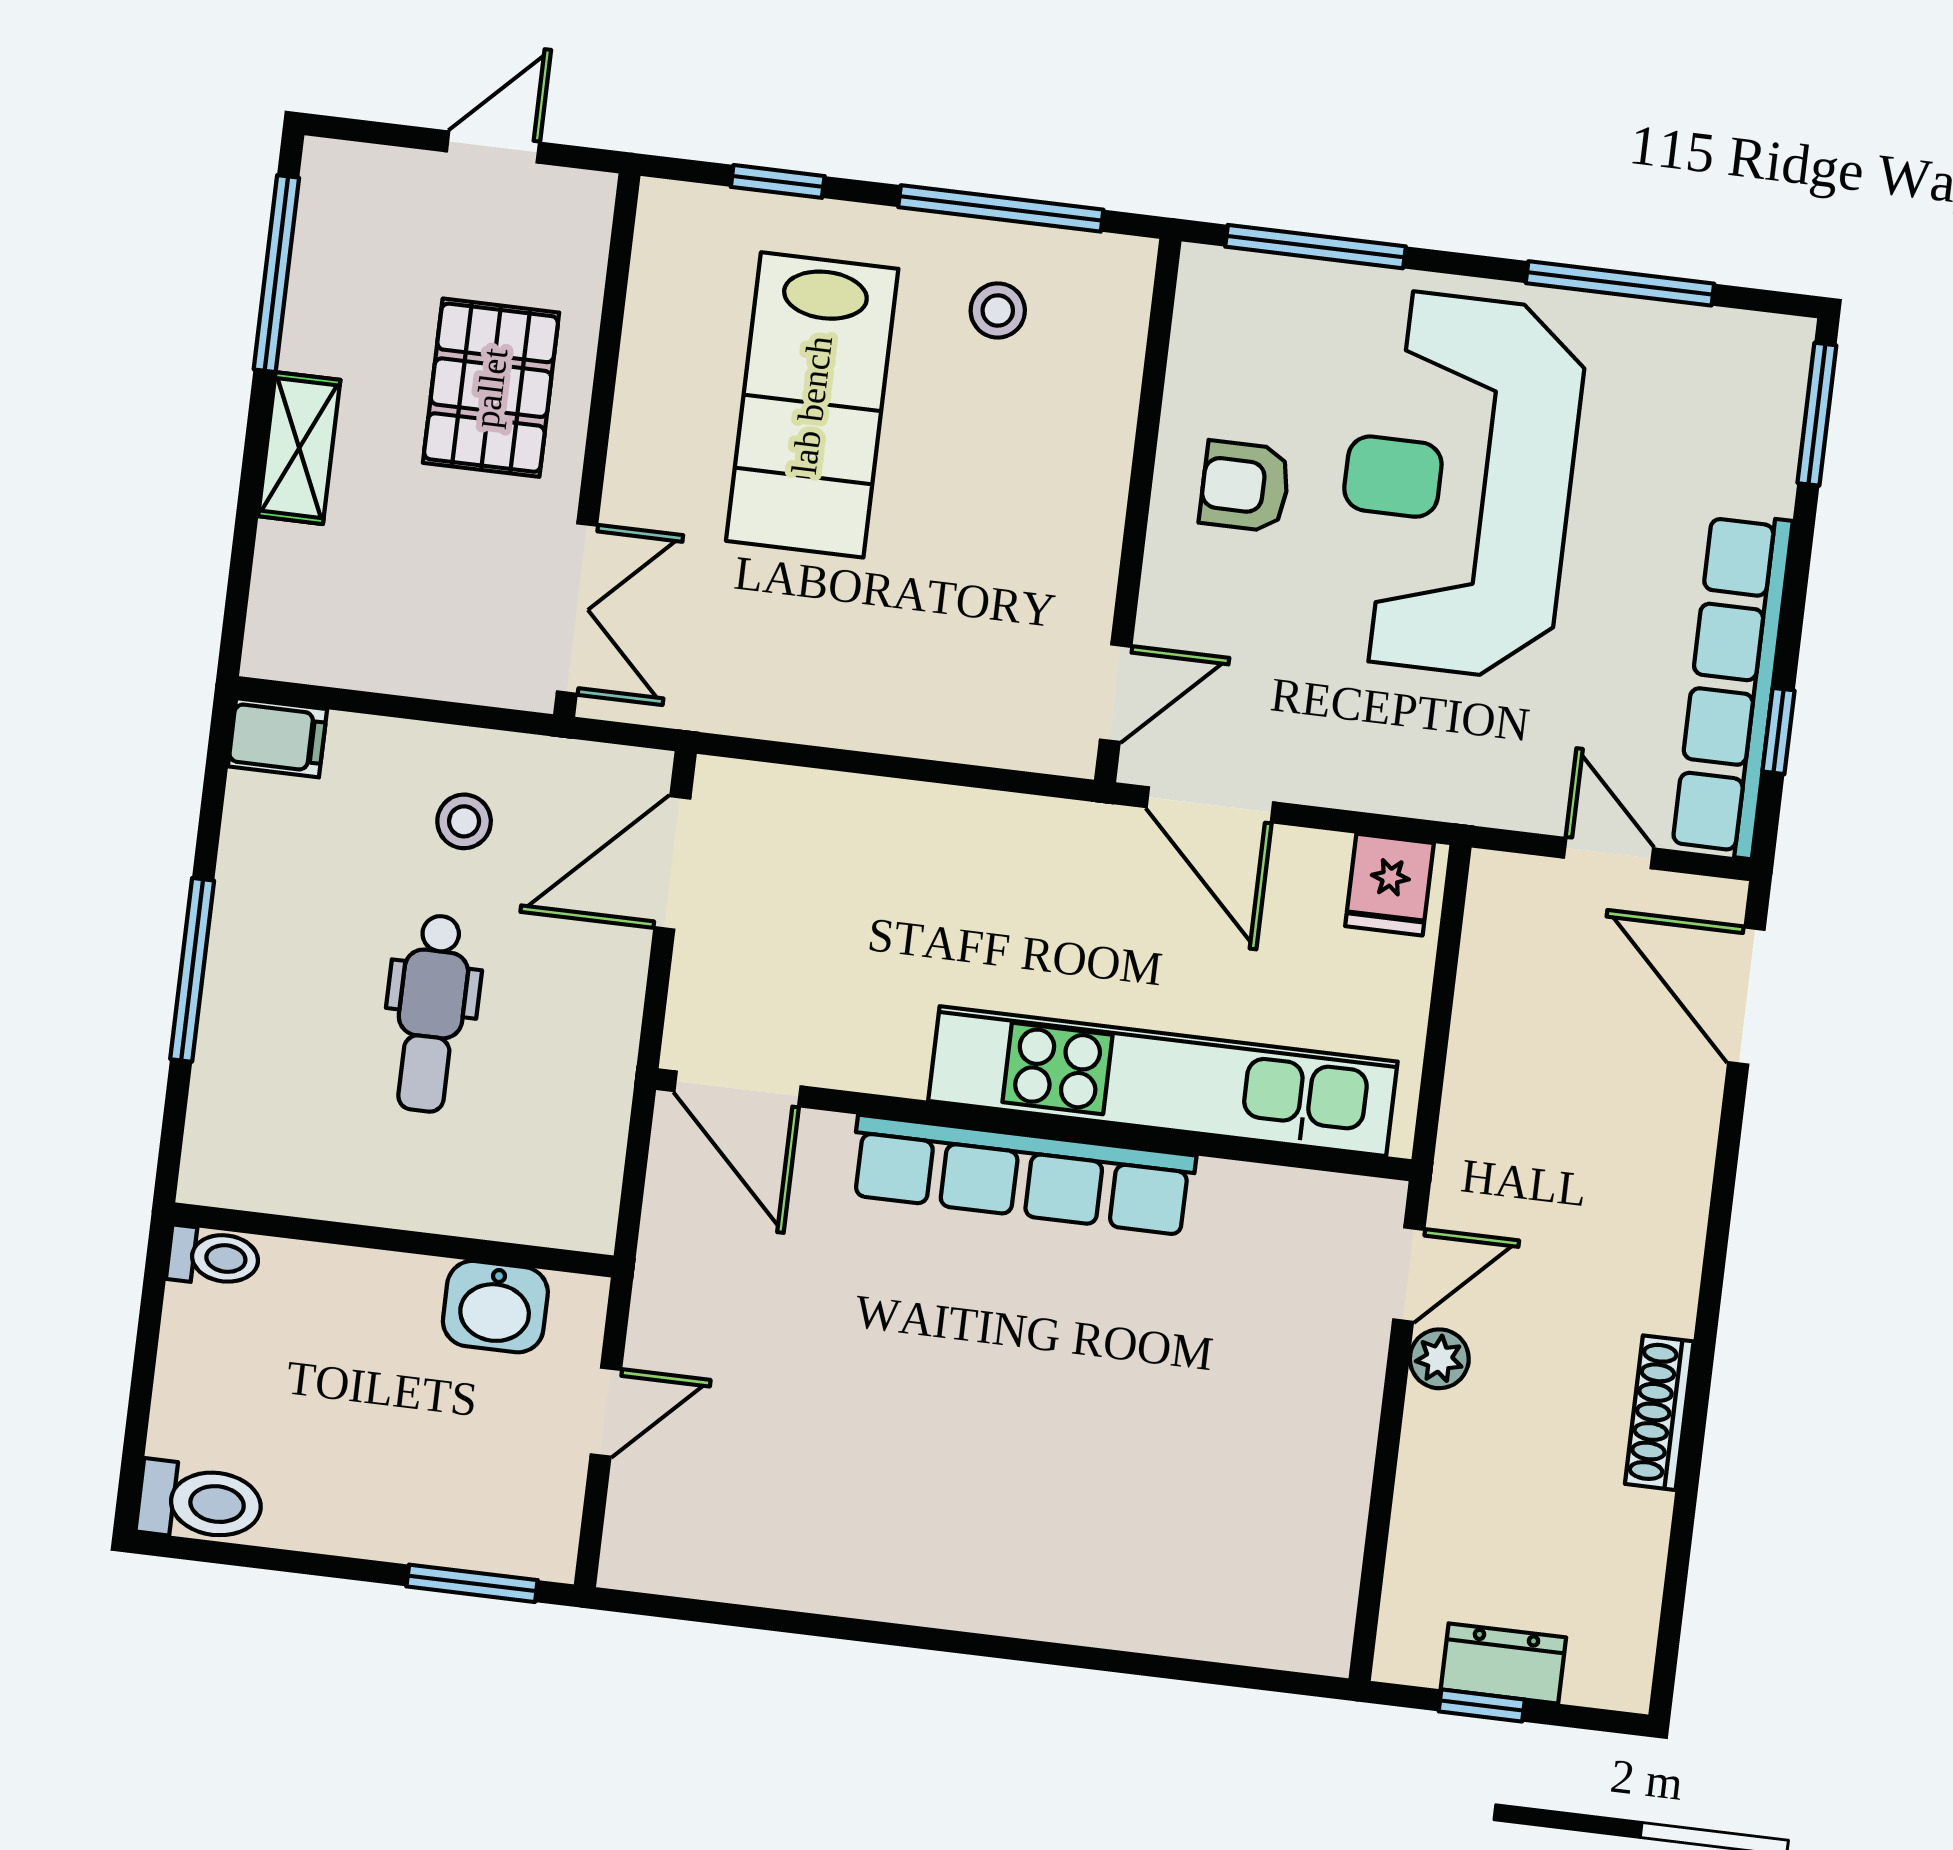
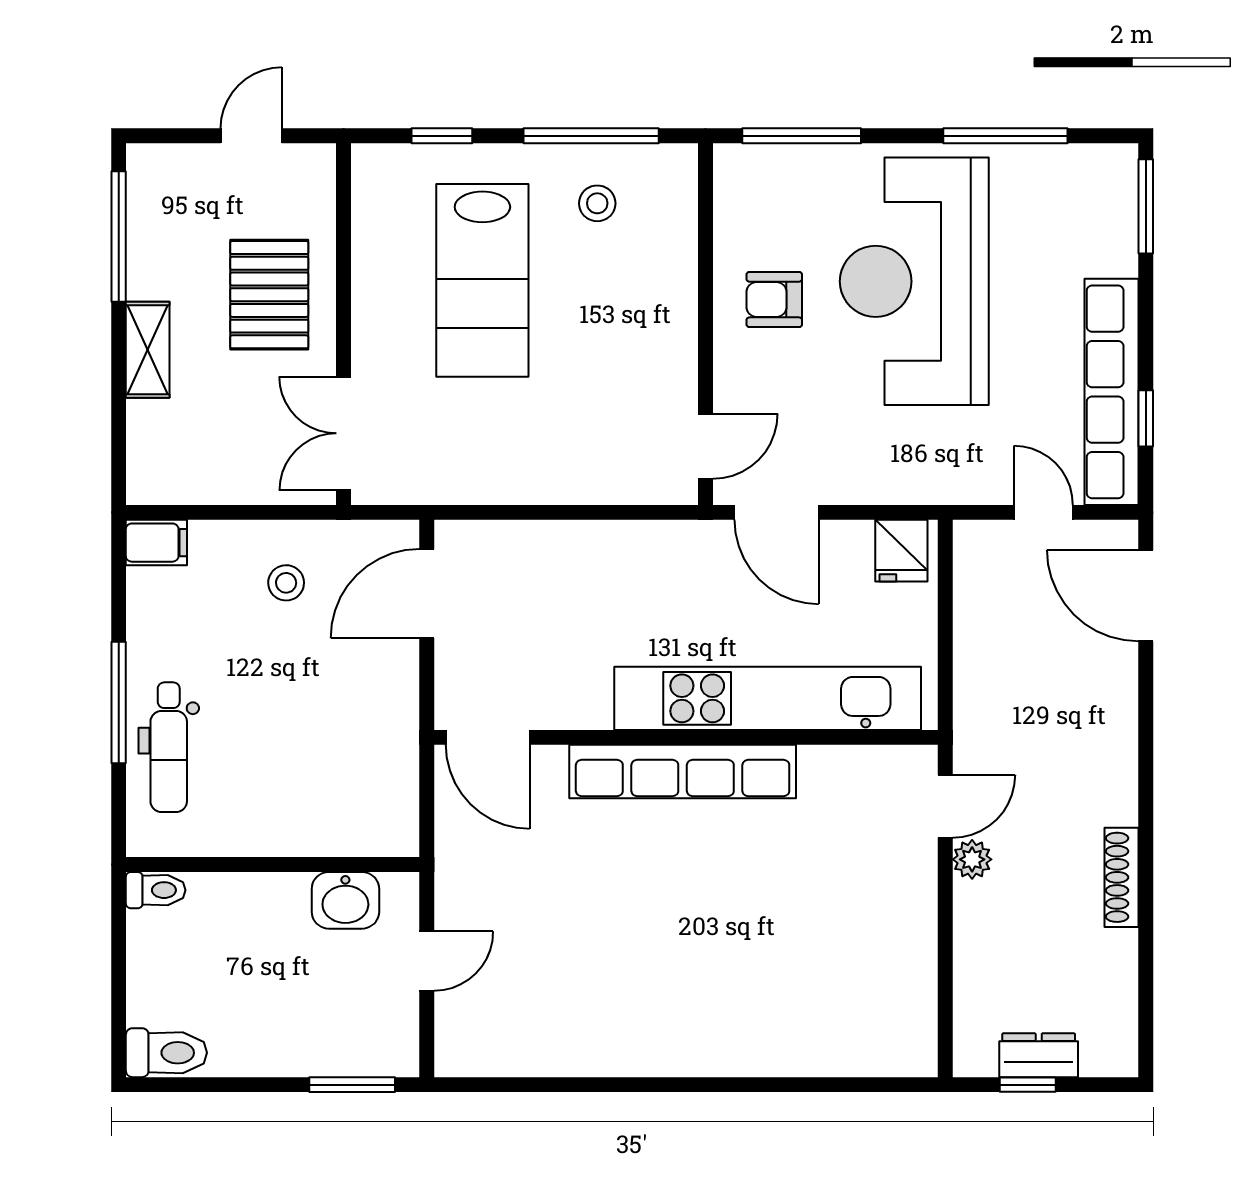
double door: (577, 609) -> (344, 433), swing flipped
dental chair: (431, 1013) -> (169, 747), moved

